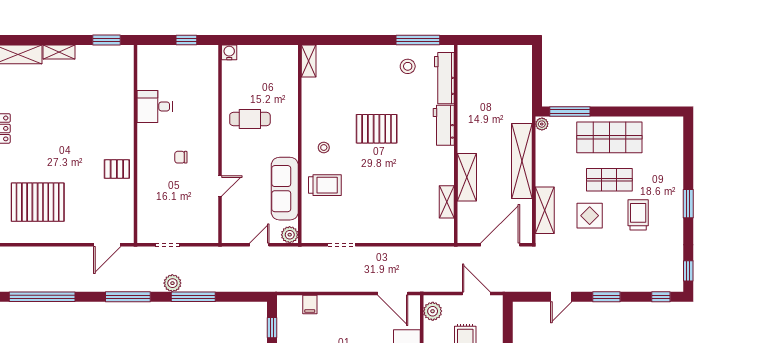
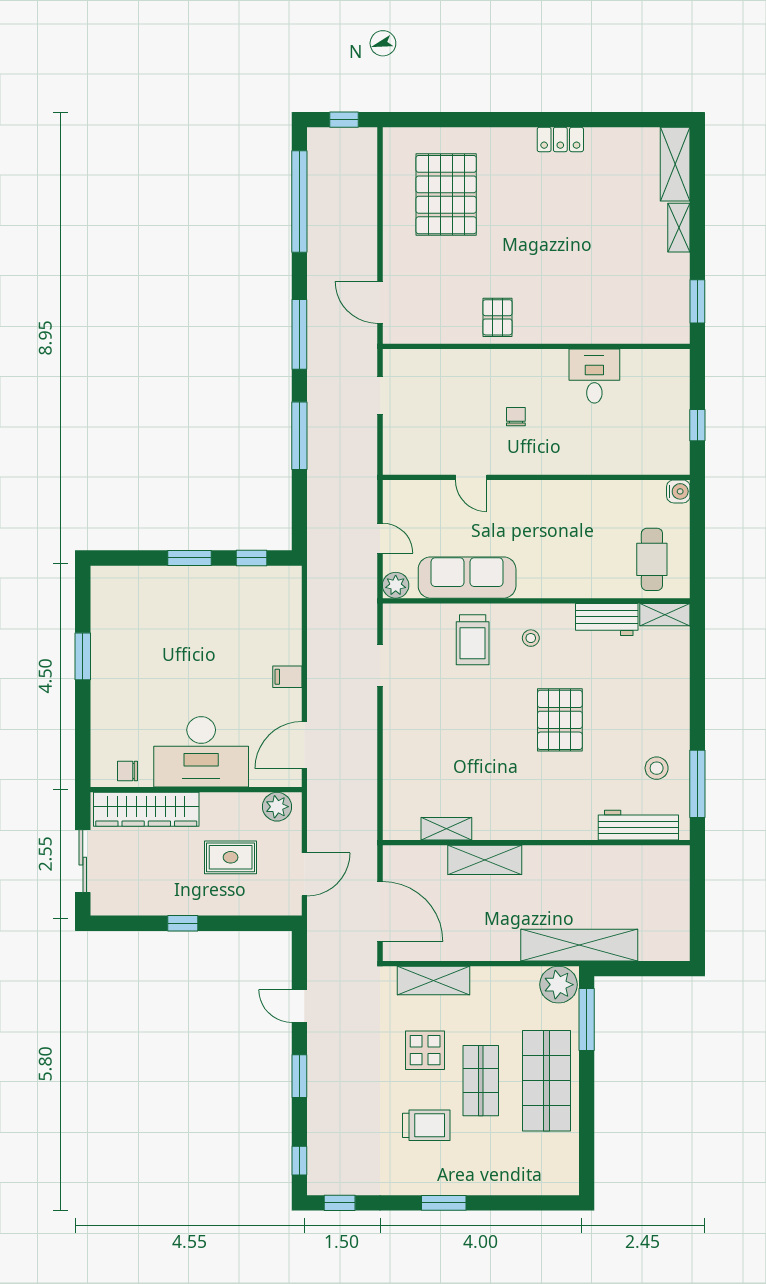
cafe table: (250, 119) -> (652, 559), moved
plant: (542, 124) -> (558, 985), width x1.87, depth x1.87
workbench: (444, 125) -> (607, 619), moved, turned 180
shelving: (522, 161) -> (579, 945), moved
plant: (172, 283) -> (321, 404), removed
filing cabinet: (310, 304) -> (287, 677), moved

